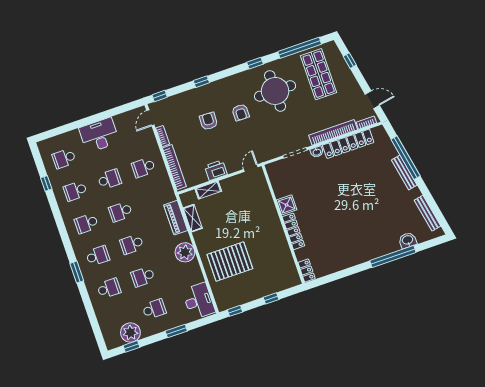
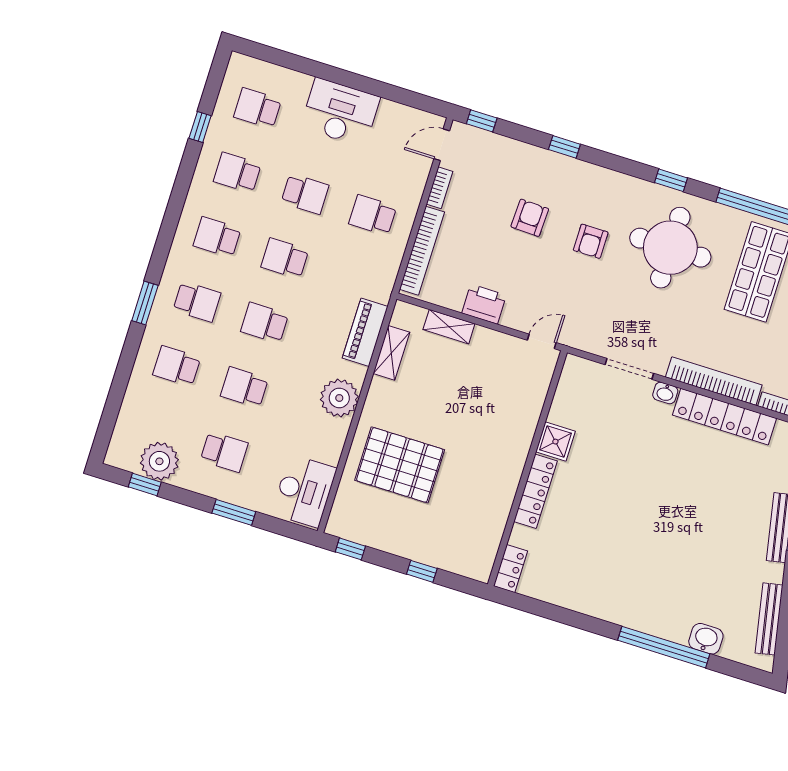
school desk: (109, 288) -> (177, 366), turned 180

